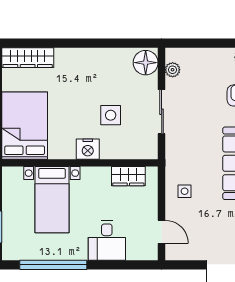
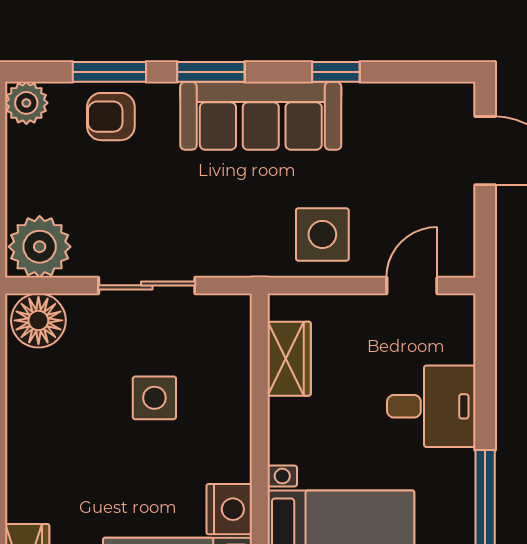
plant: (173, 70) -> (40, 247), width x1.87, depth x1.87
nightstand: (88, 149) -> (229, 509), moved
side table: (185, 191) -> (322, 234), width x1.87, depth x1.87

